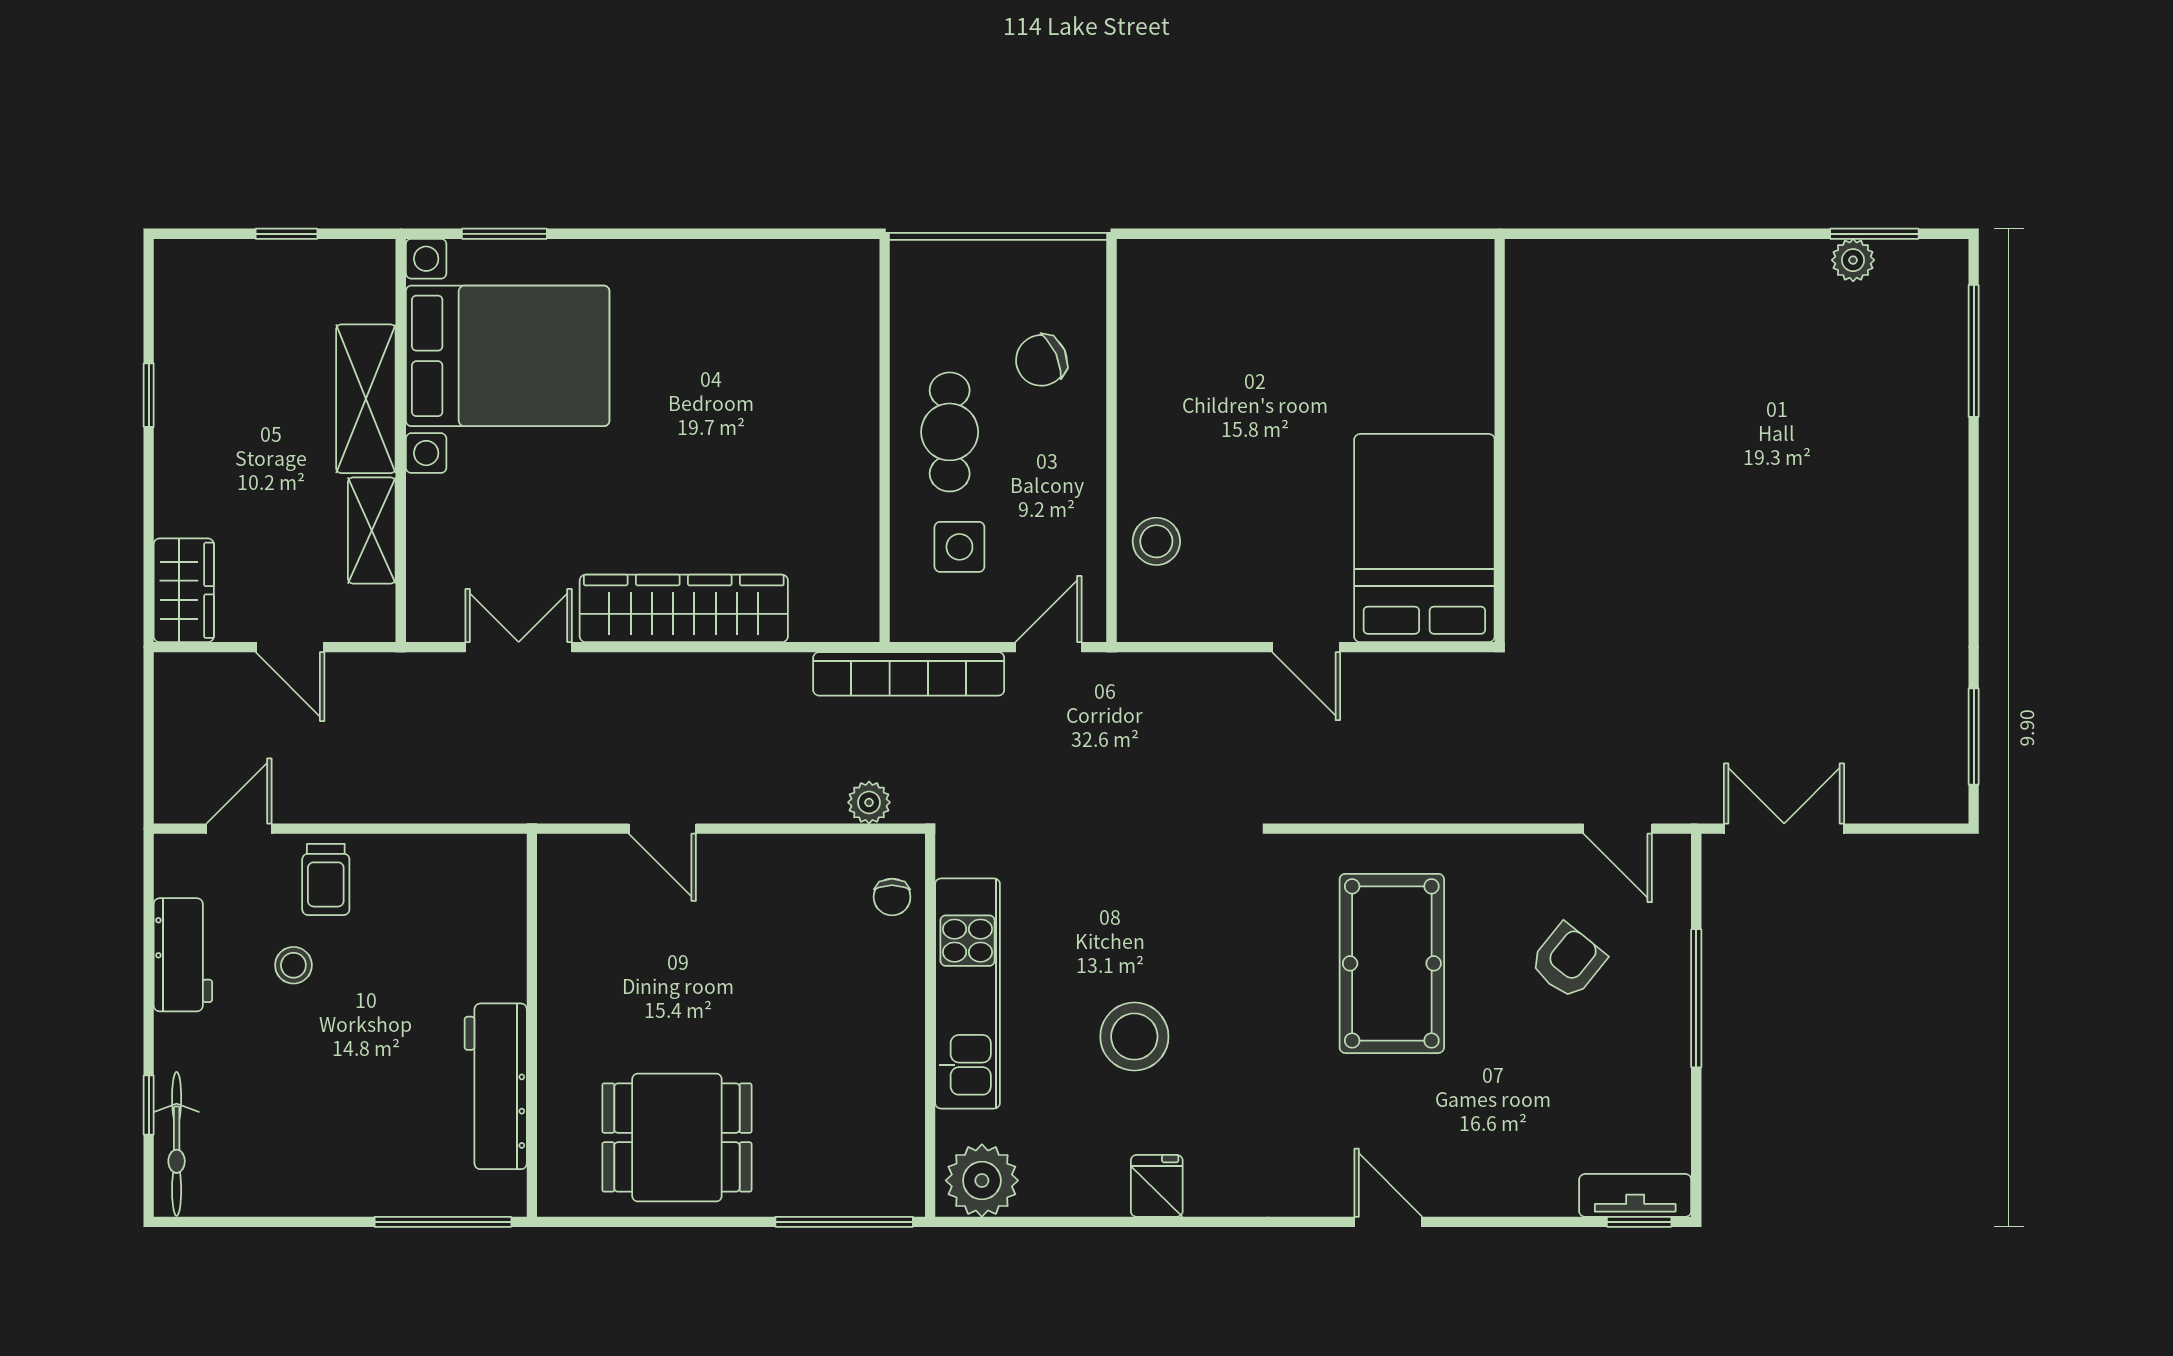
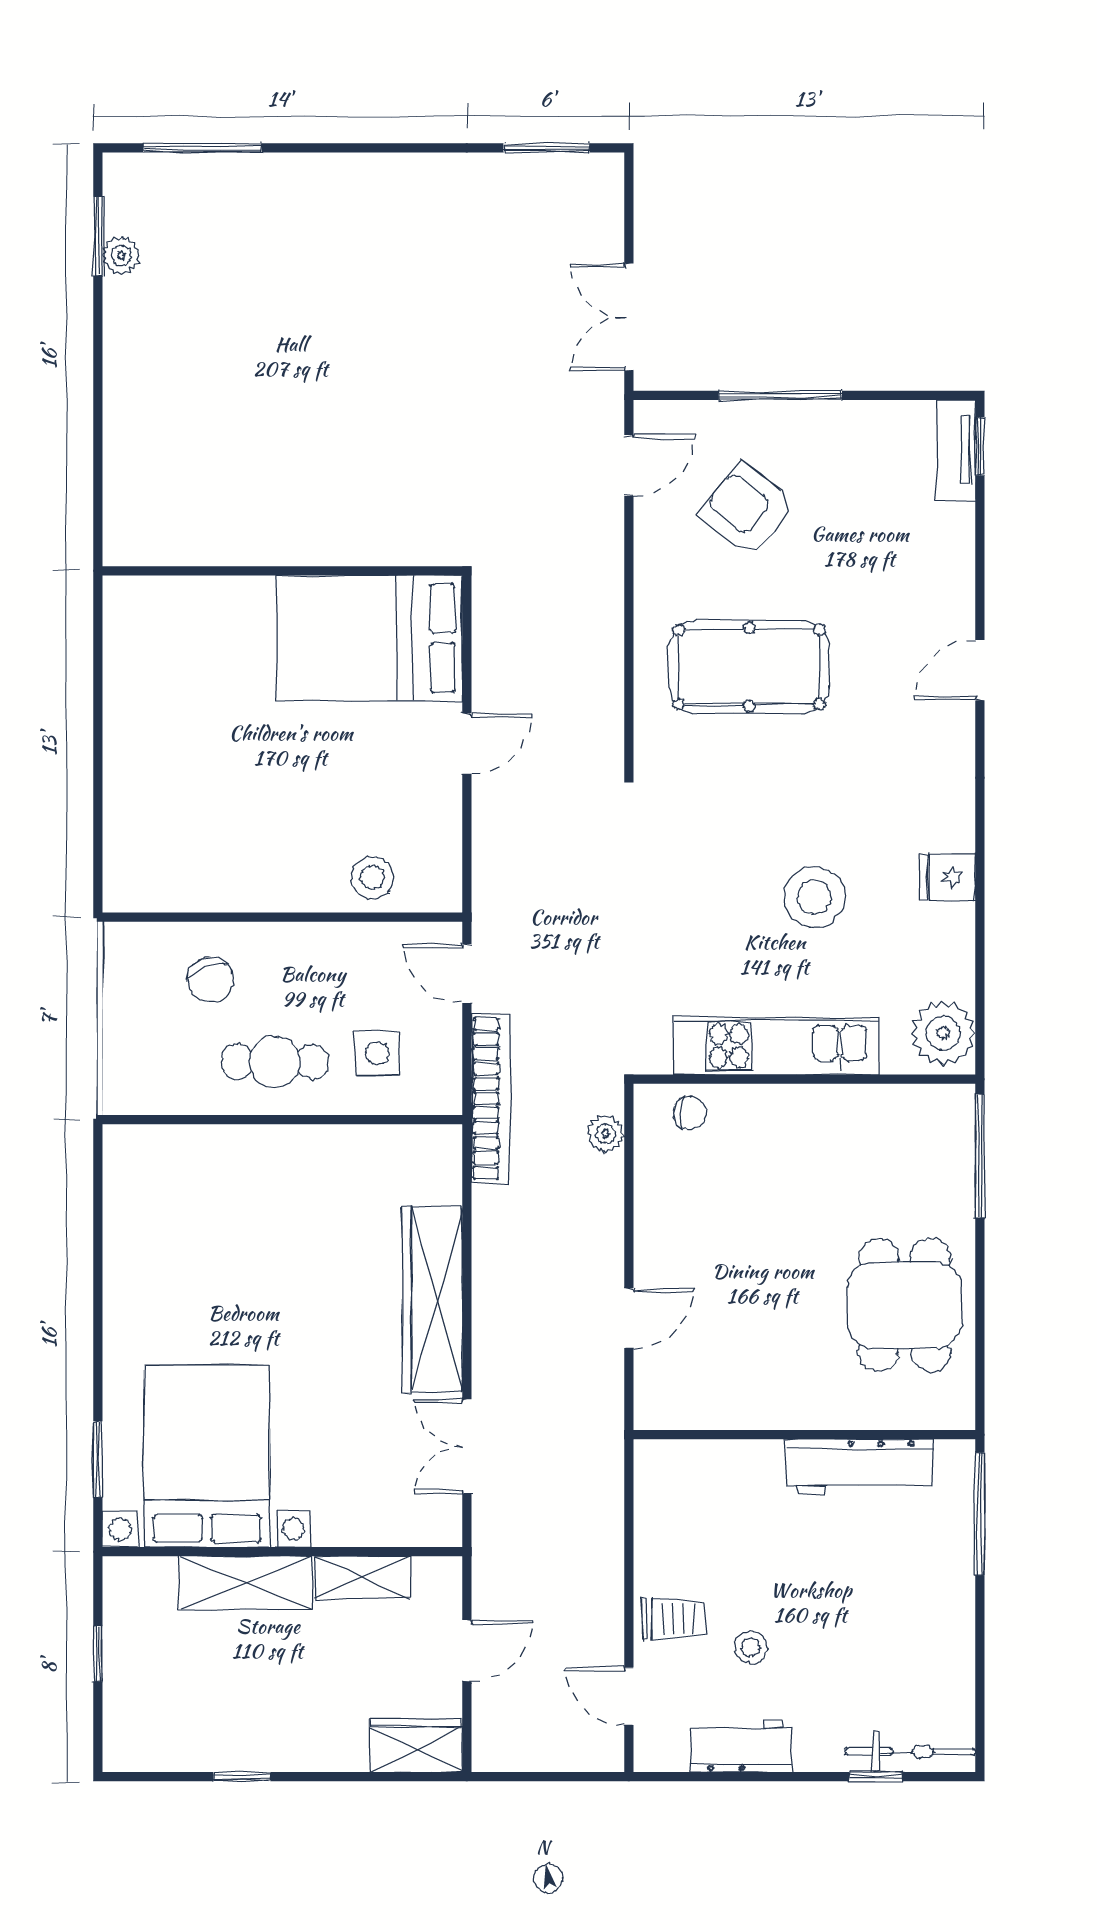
armchair: (1568, 961) -> (747, 510), width x1.38, depth x1.38

